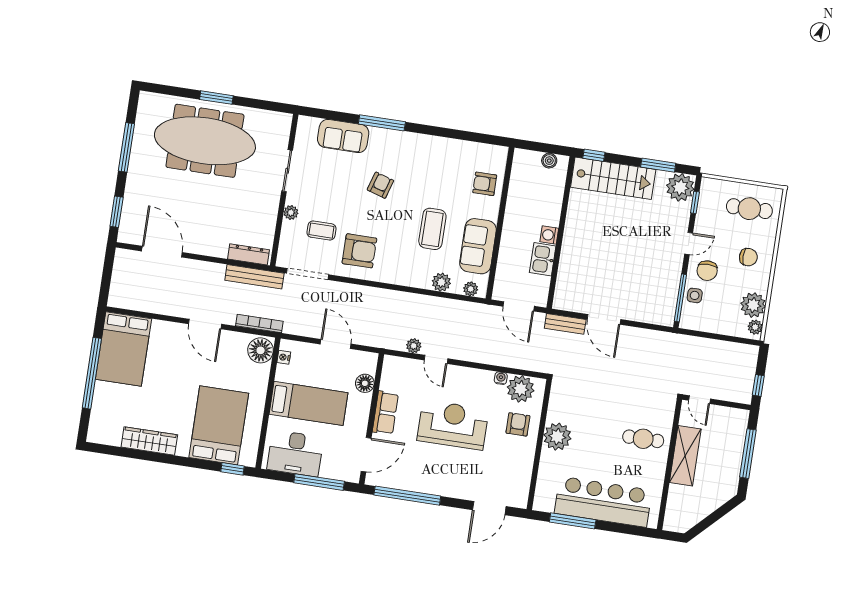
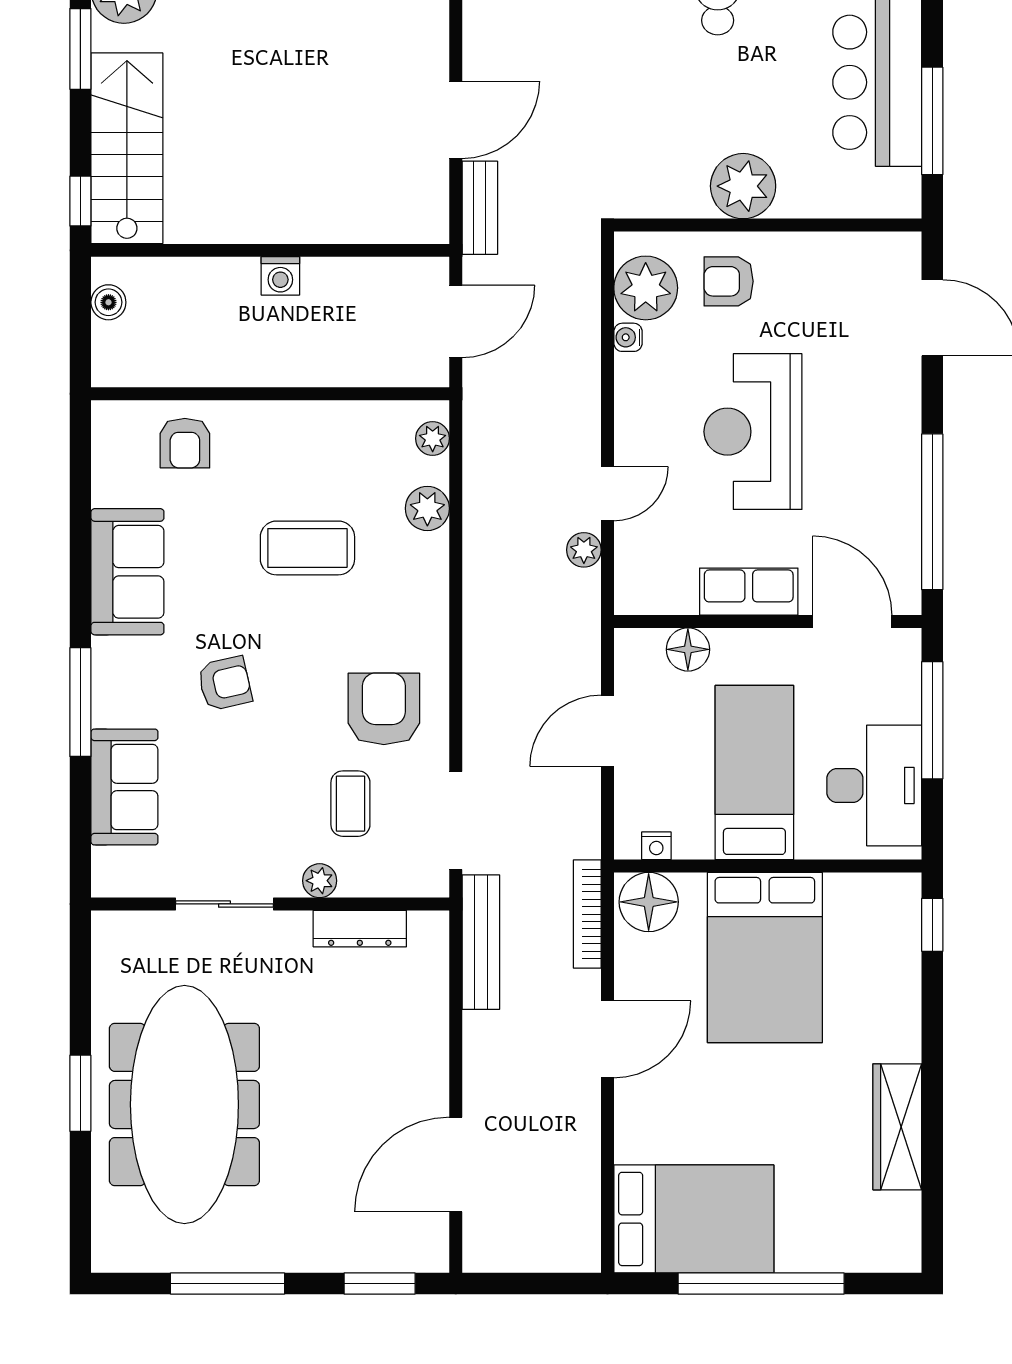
armchair: (380, 185) -> (225, 683), turned 150
sofa: (478, 246) -> (127, 572), moved, turned -90
dresser: (249, 254) -> (360, 929), moved, turned -90
kitchen sink: (543, 259) -> (339, 283), removed
bed: (219, 425) -> (765, 957), moved, turned -90

